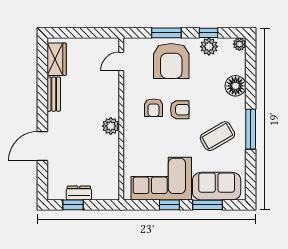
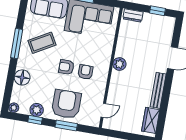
bench: (54, 94) -> (158, 90), width x1.36
dresser: (79, 193) -> (133, 15), moved

